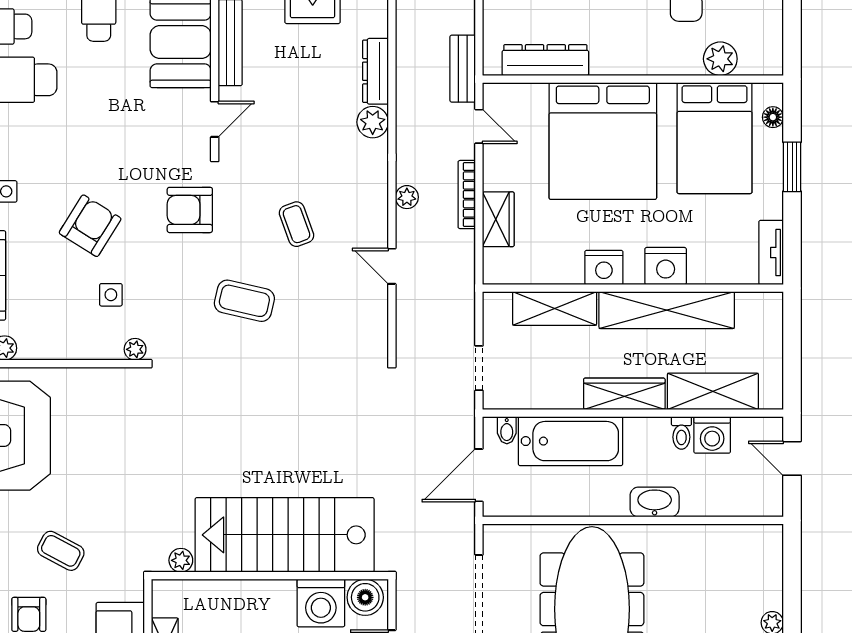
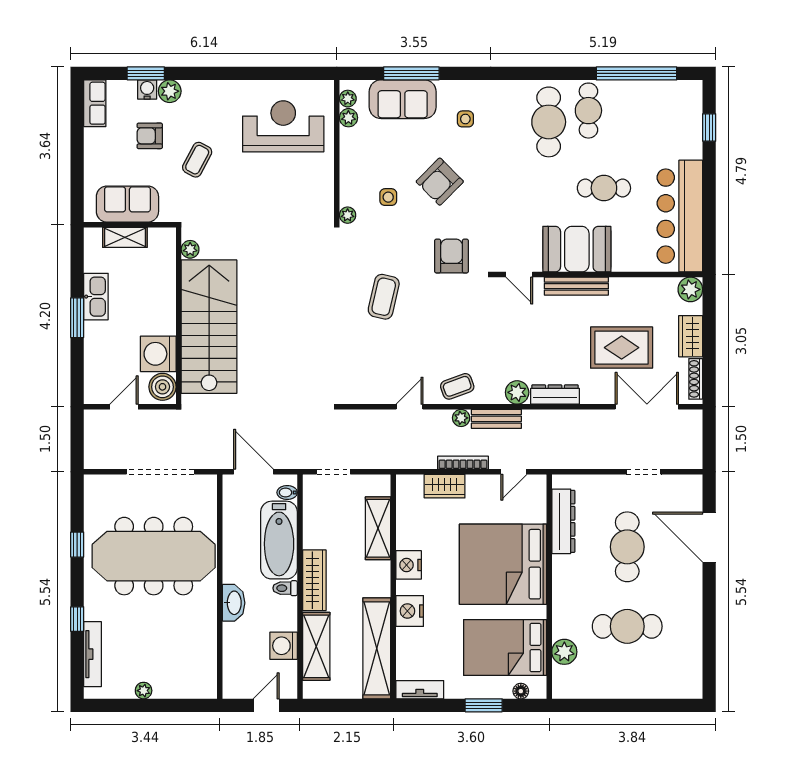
bench: (463, 69) -> (496, 419), moved
coffee table: (297, 224) -> (457, 386), moved
armchair: (90, 226) -> (440, 182), turned 103
shelving: (667, 310) -> (377, 648), moved
toilet: (681, 433) -> (285, 588), moved

